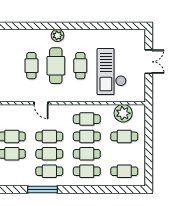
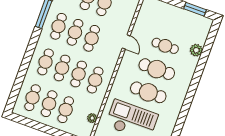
plant: (58, 35) -> (196, 50), moved
cafe table: (80, 66) -> (148, 92), width x1.37, depth x1.35
door: (41, 103) -> (126, 42), swing flipped
plant: (123, 113) -> (92, 118), width x0.53, depth x0.53
cafe table: (124, 154) -> (49, 104), added

